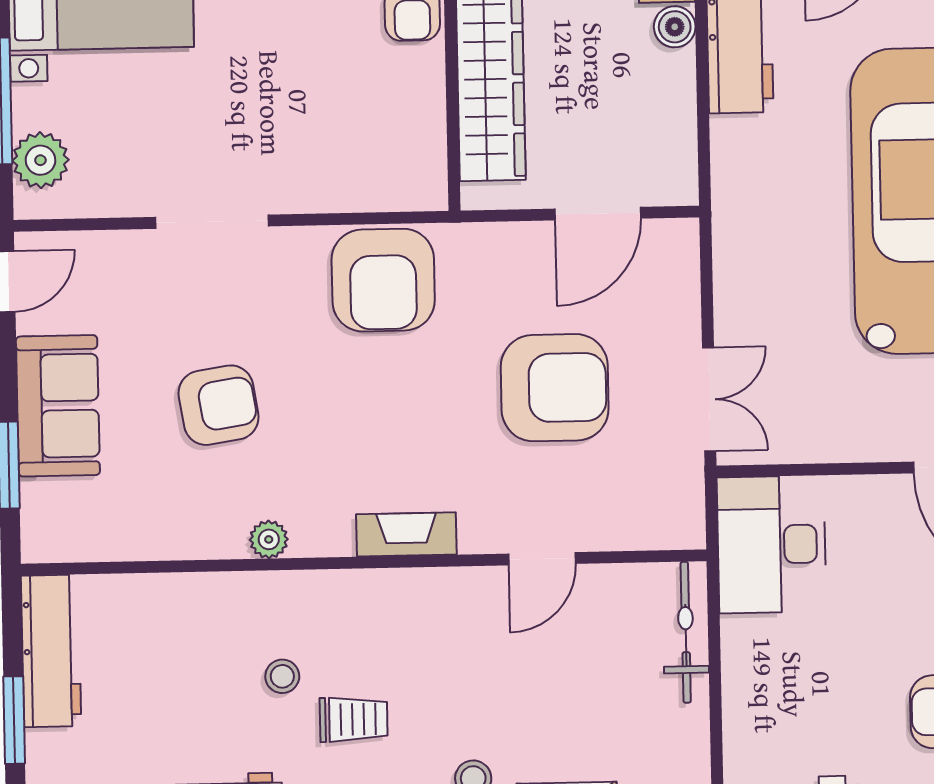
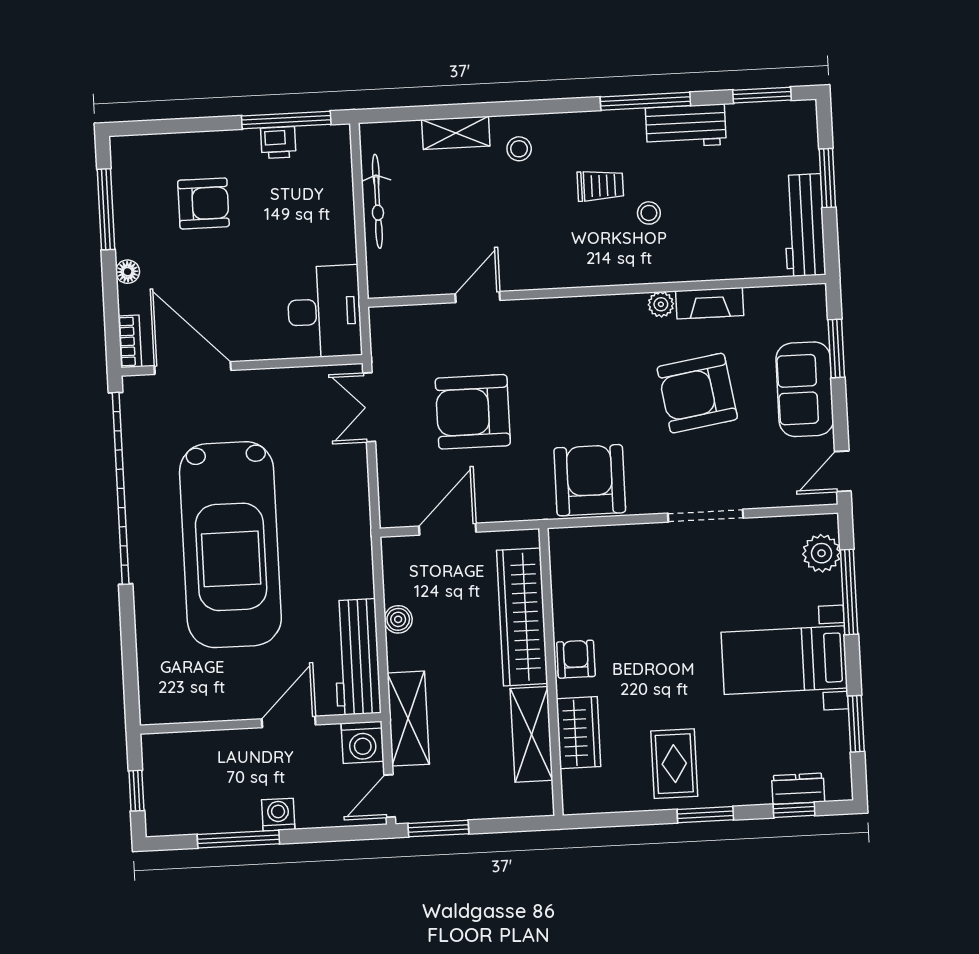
boiler: (675, 27) -> (398, 619), moved
armchair: (219, 405) -> (697, 393), width x1.36, depth x1.36
fireplace: (406, 534) -> (710, 303), moved
bicycle: (686, 632) -> (377, 201), moved
trolley: (354, 719) -> (600, 186), turned 180

